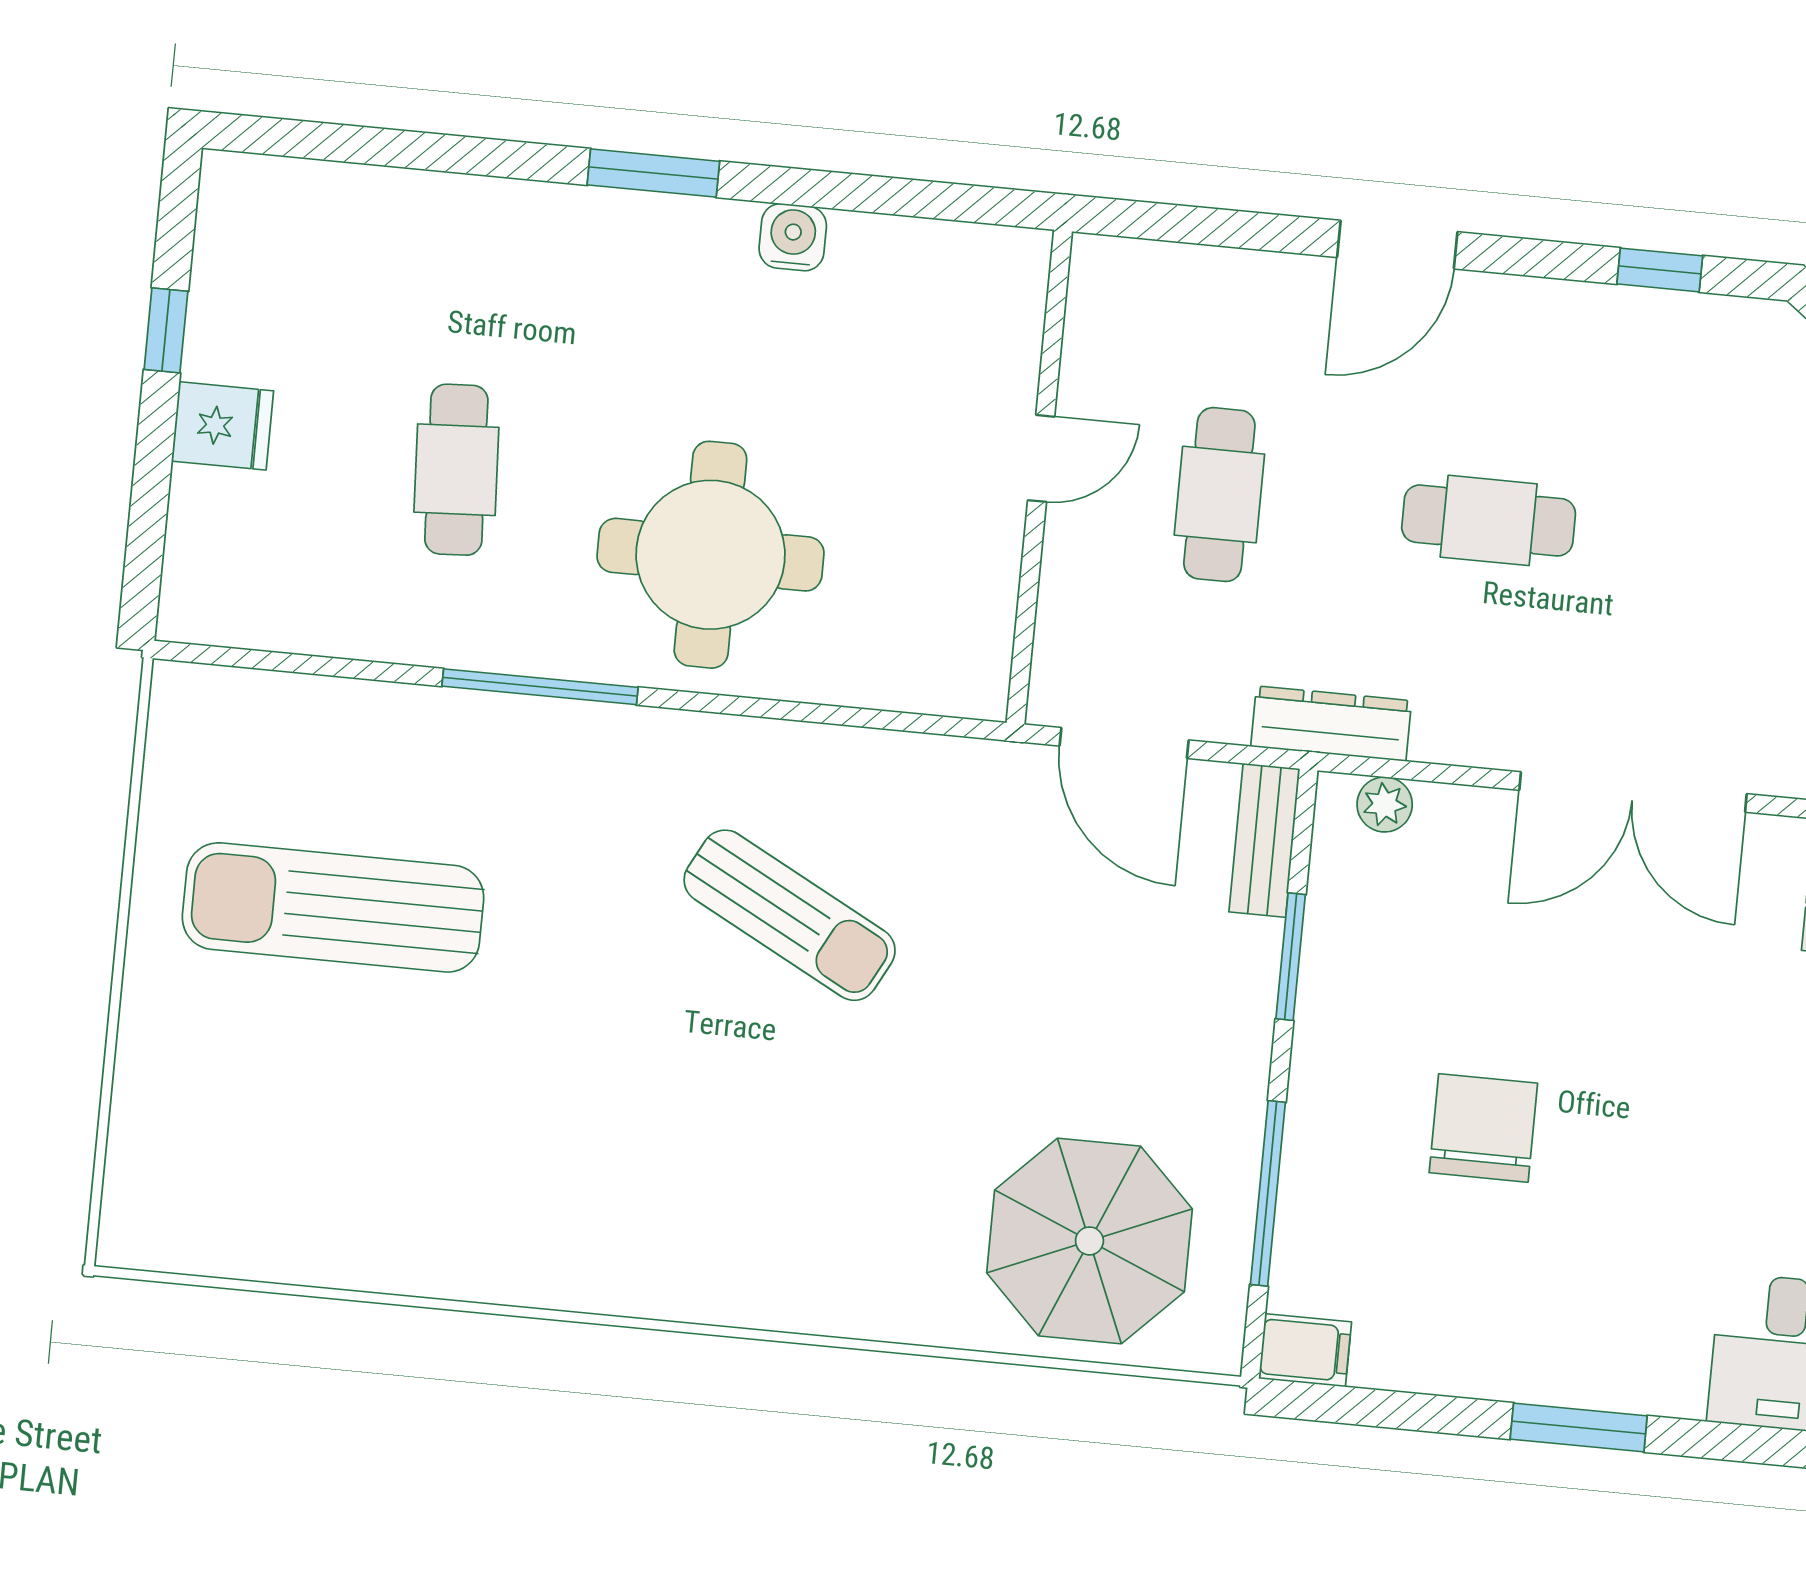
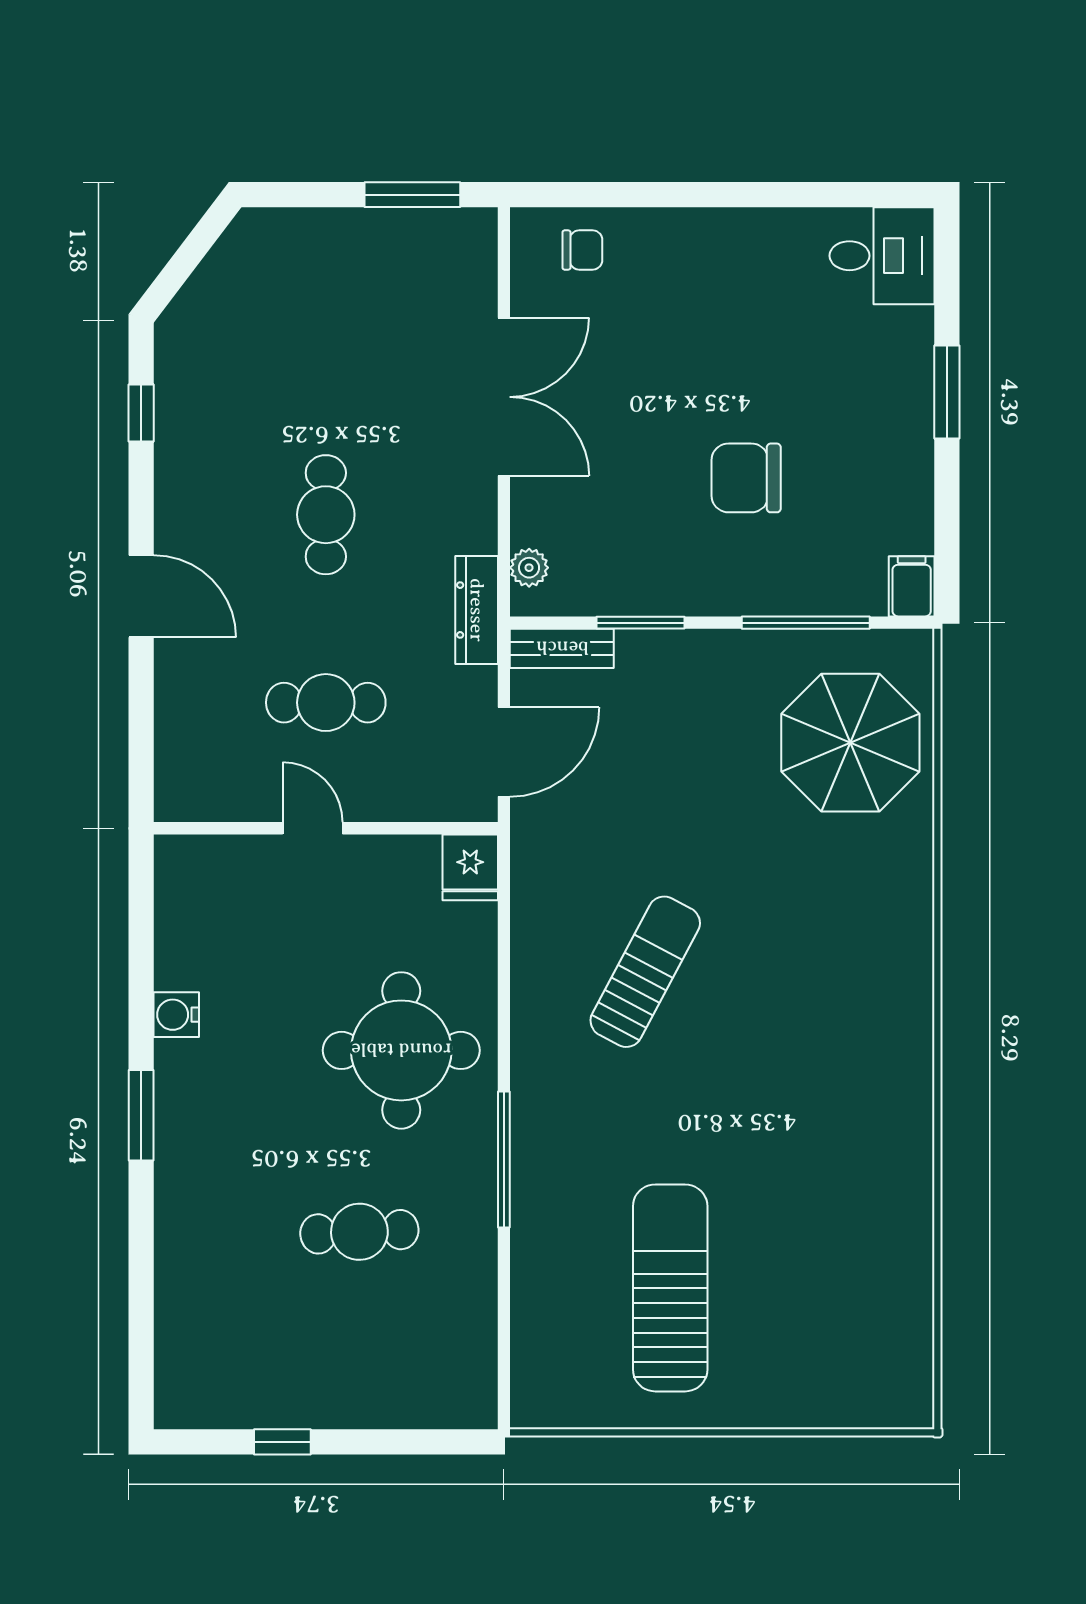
fridge: (223, 426) -> (470, 867), moved, turned 180
sun lounger: (333, 907) -> (670, 1288), turned 180

